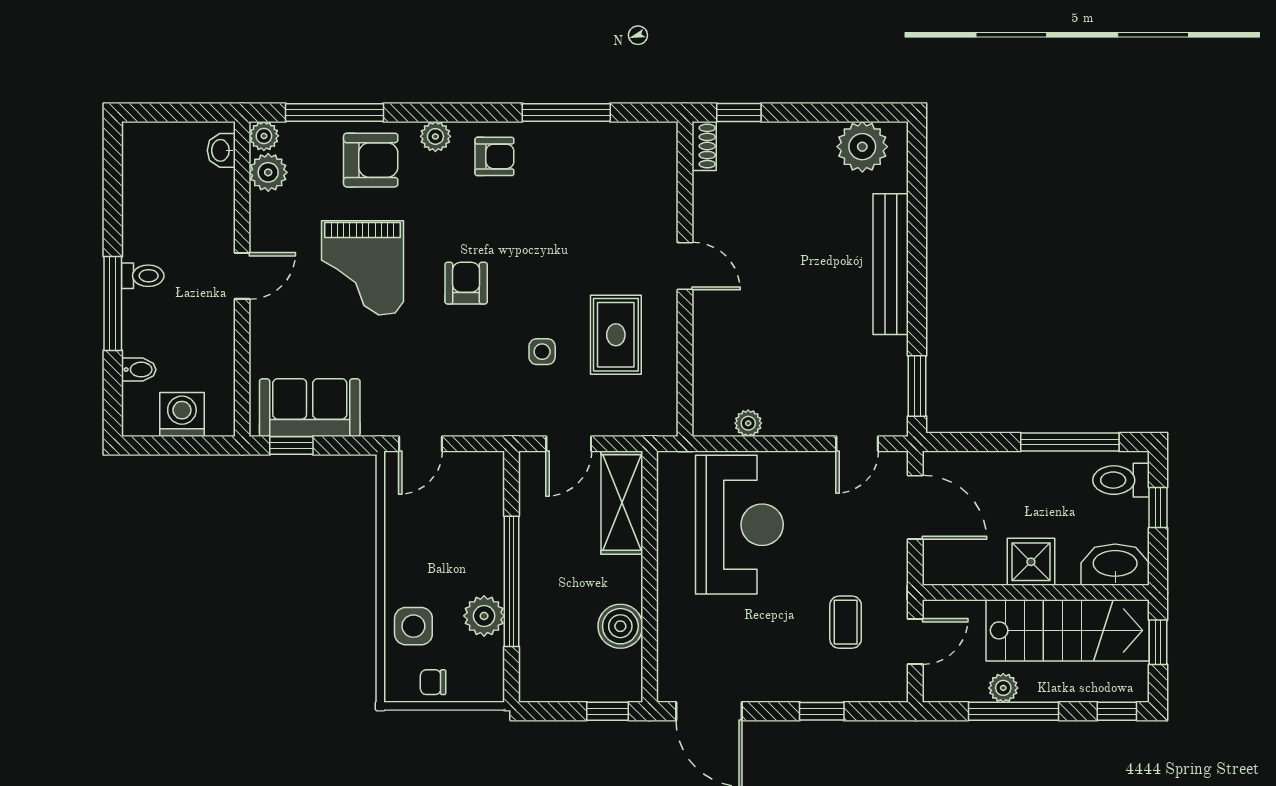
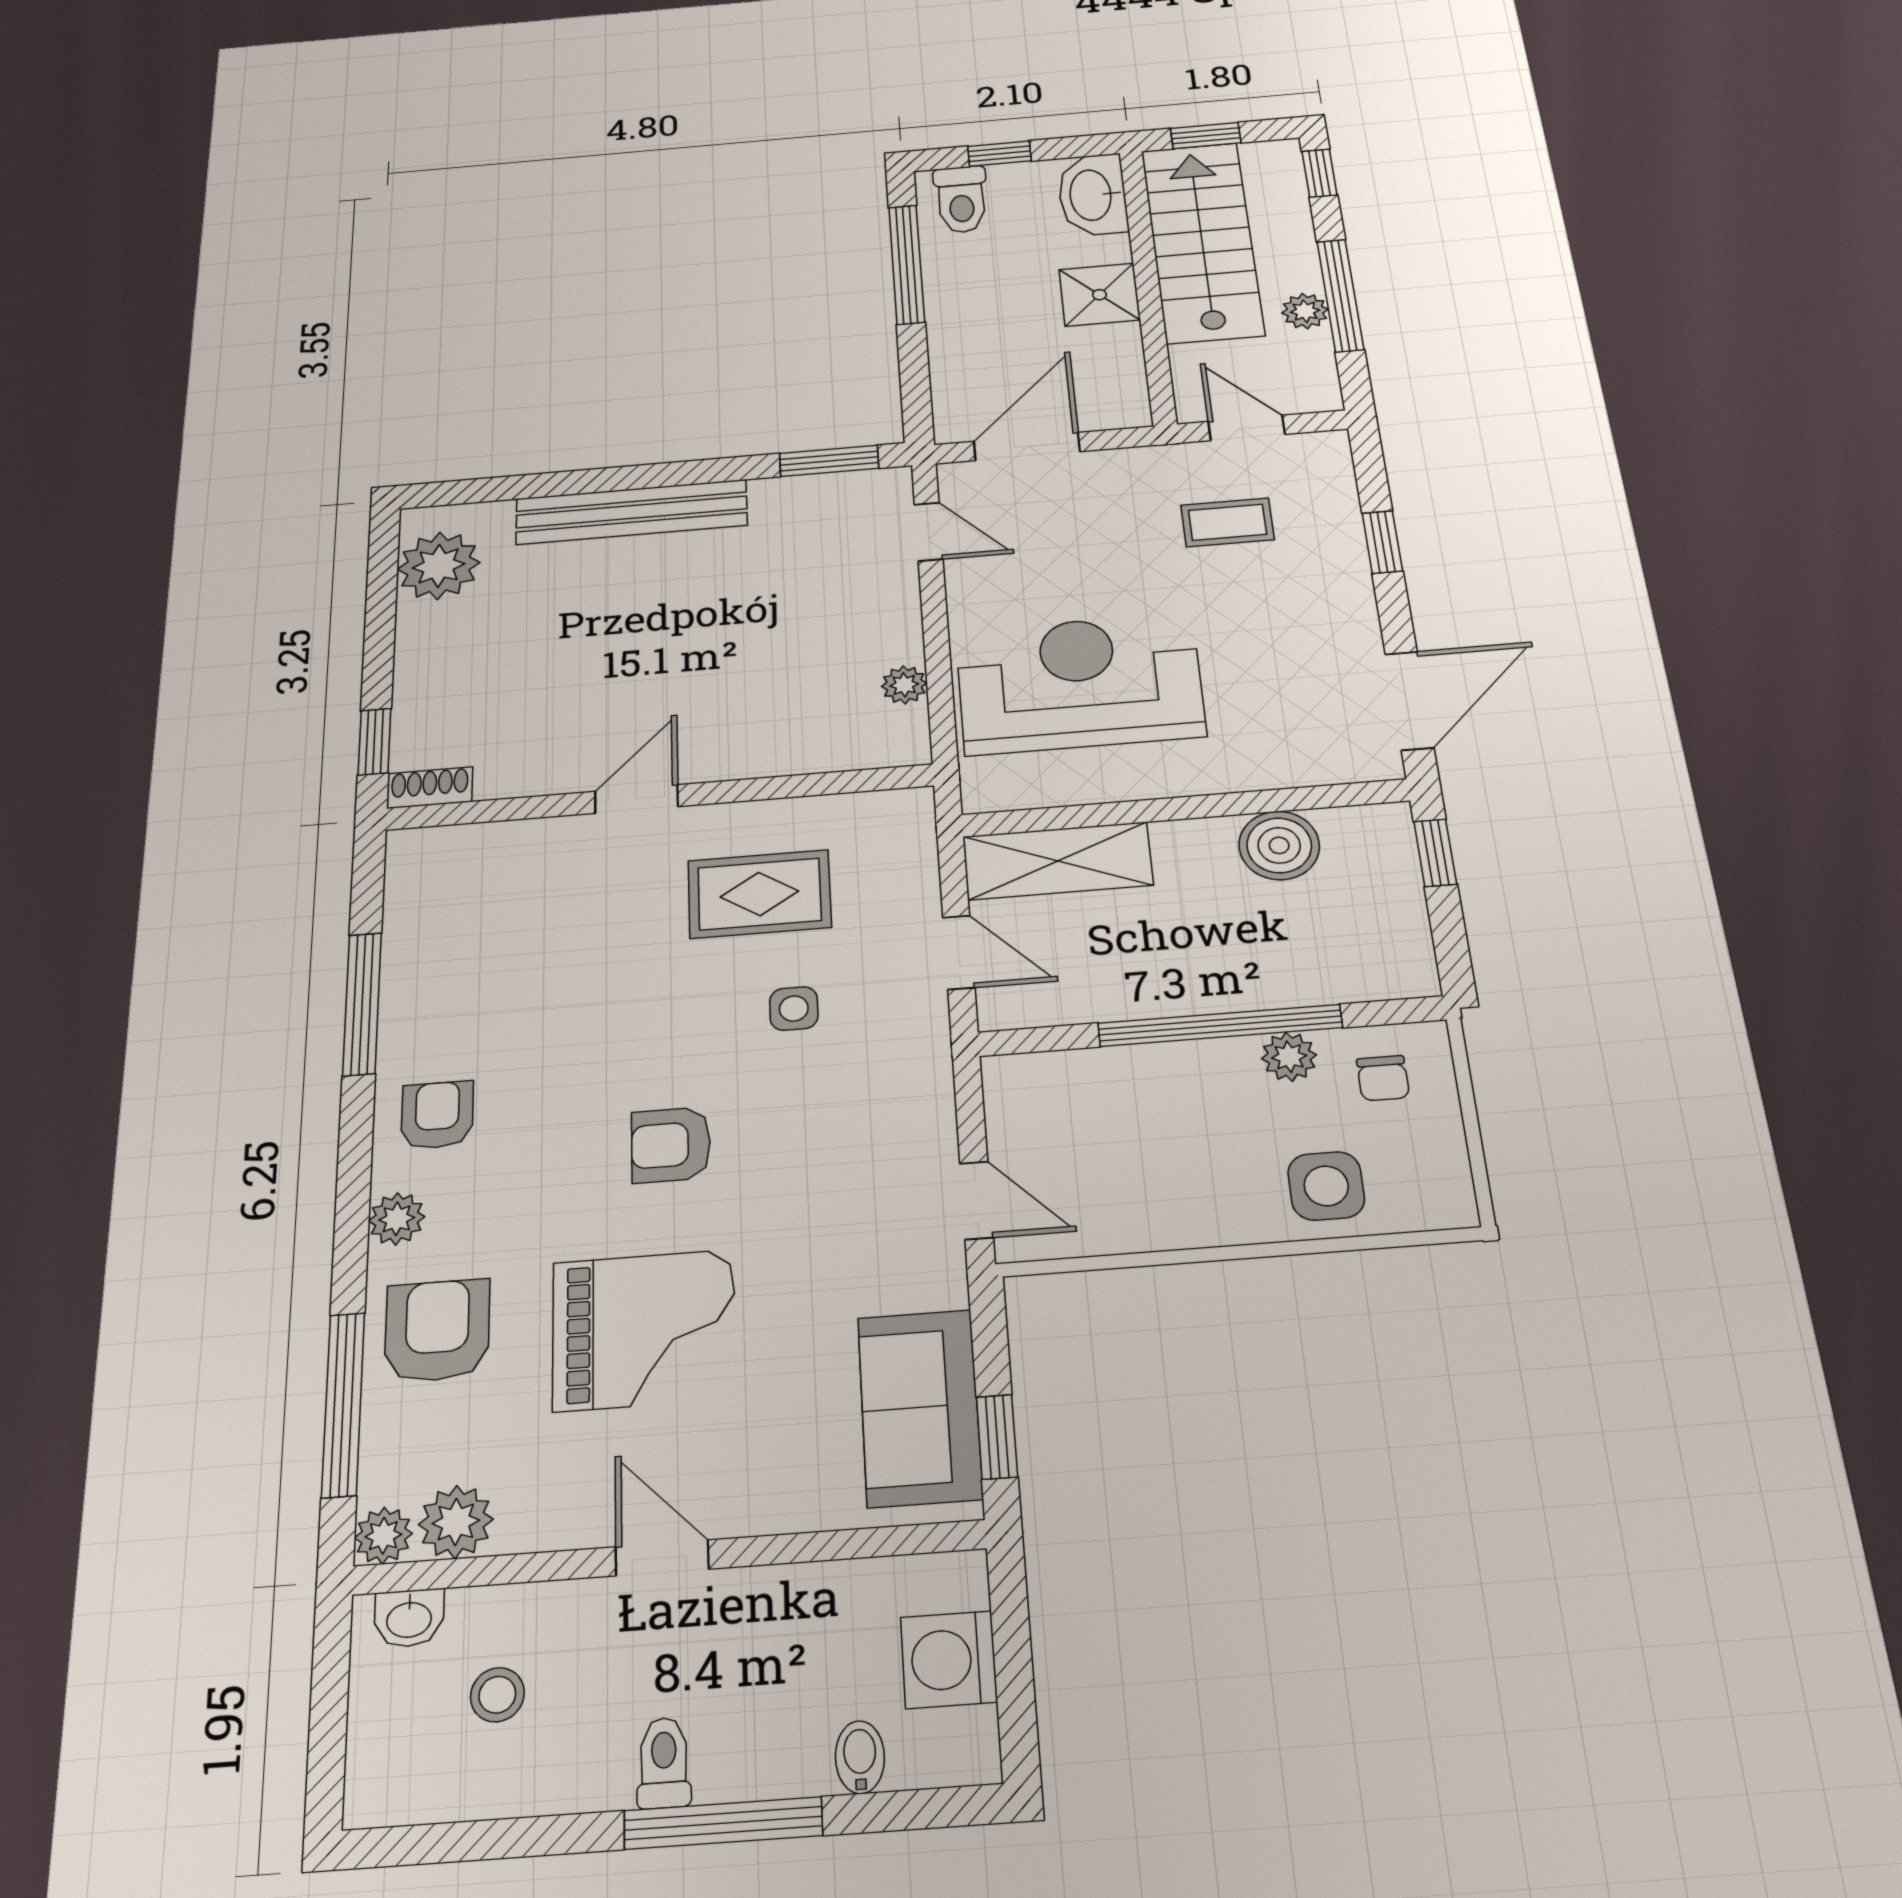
stool: (181, 195) -> (497, 1695), added
plant: (484, 616) -> (1289, 1057), width x0.73, depth x0.73
chair: (433, 682) -> (1383, 1078), moved

